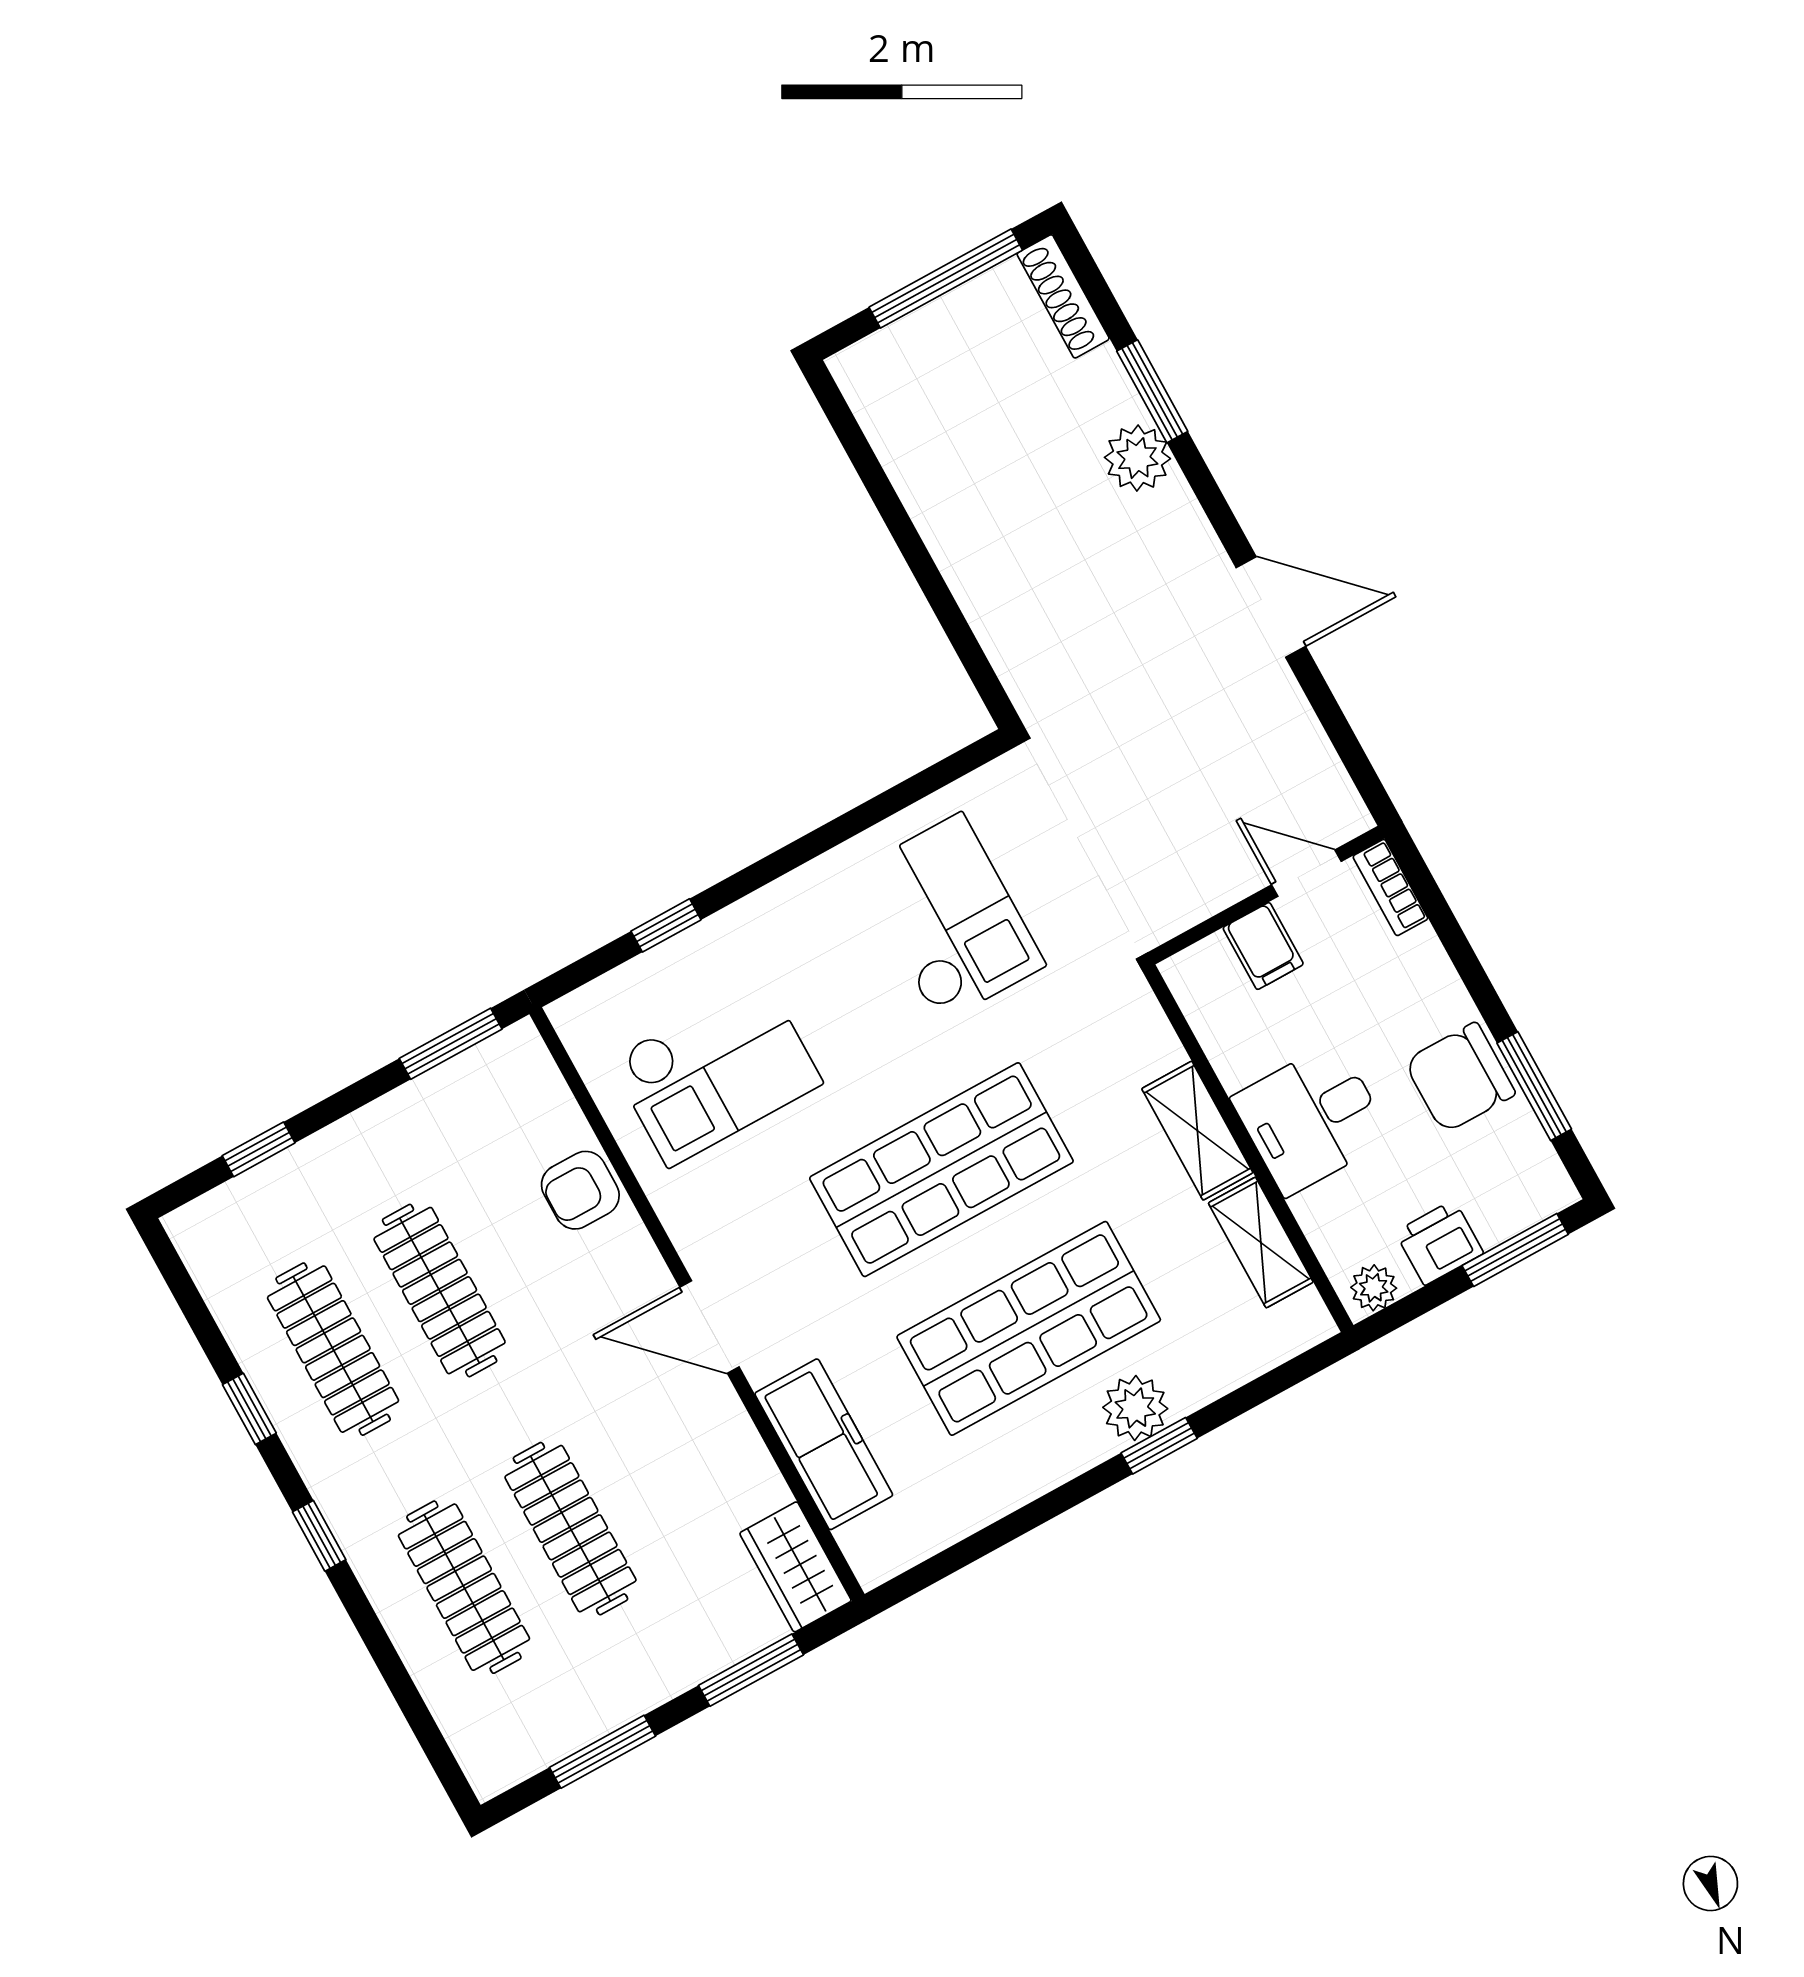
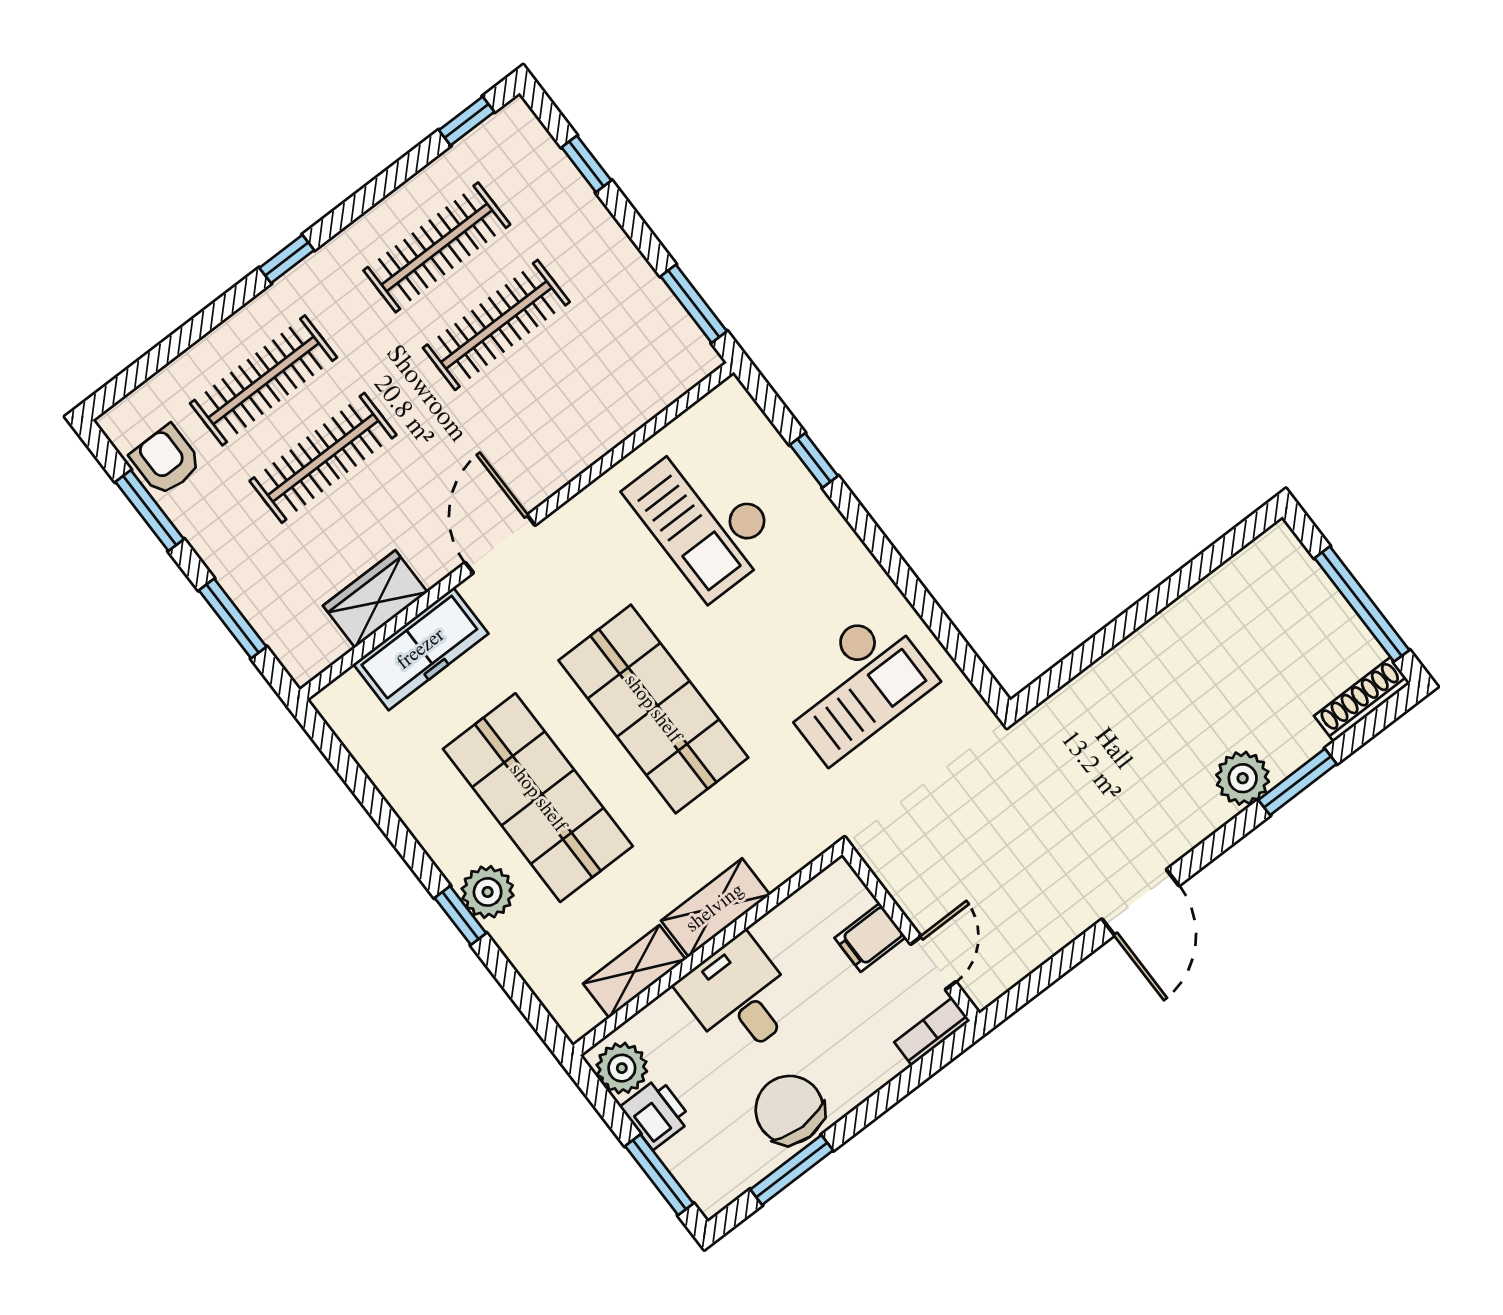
armchair: (580, 1190) -> (166, 460), moved
plant: (1374, 1288) -> (622, 1068), width x1.38, depth x1.38
window: (249, 1409) -> (467, 121), moved
wardrobe: (796, 1567) -> (375, 599), moved

